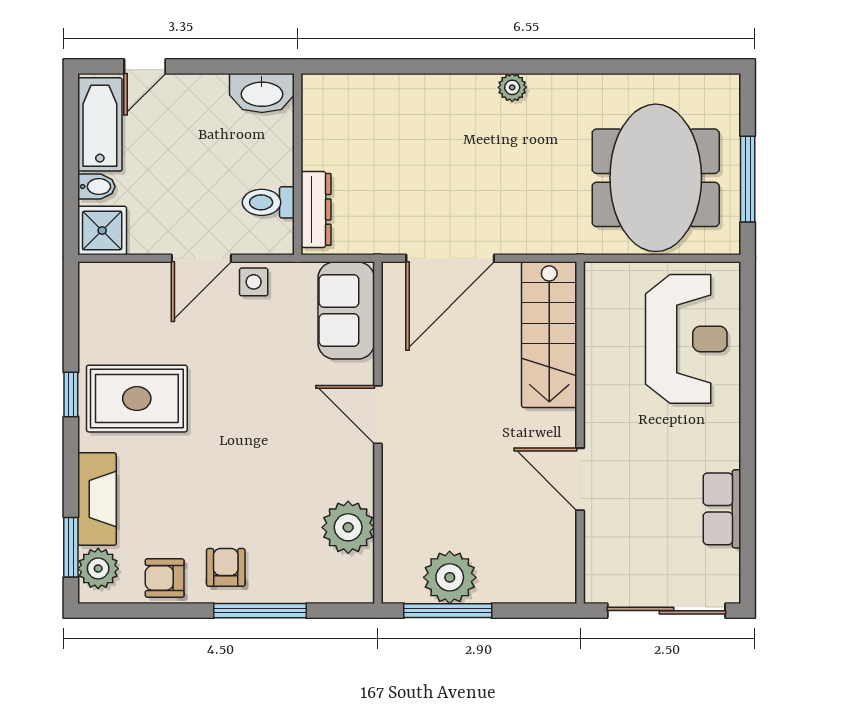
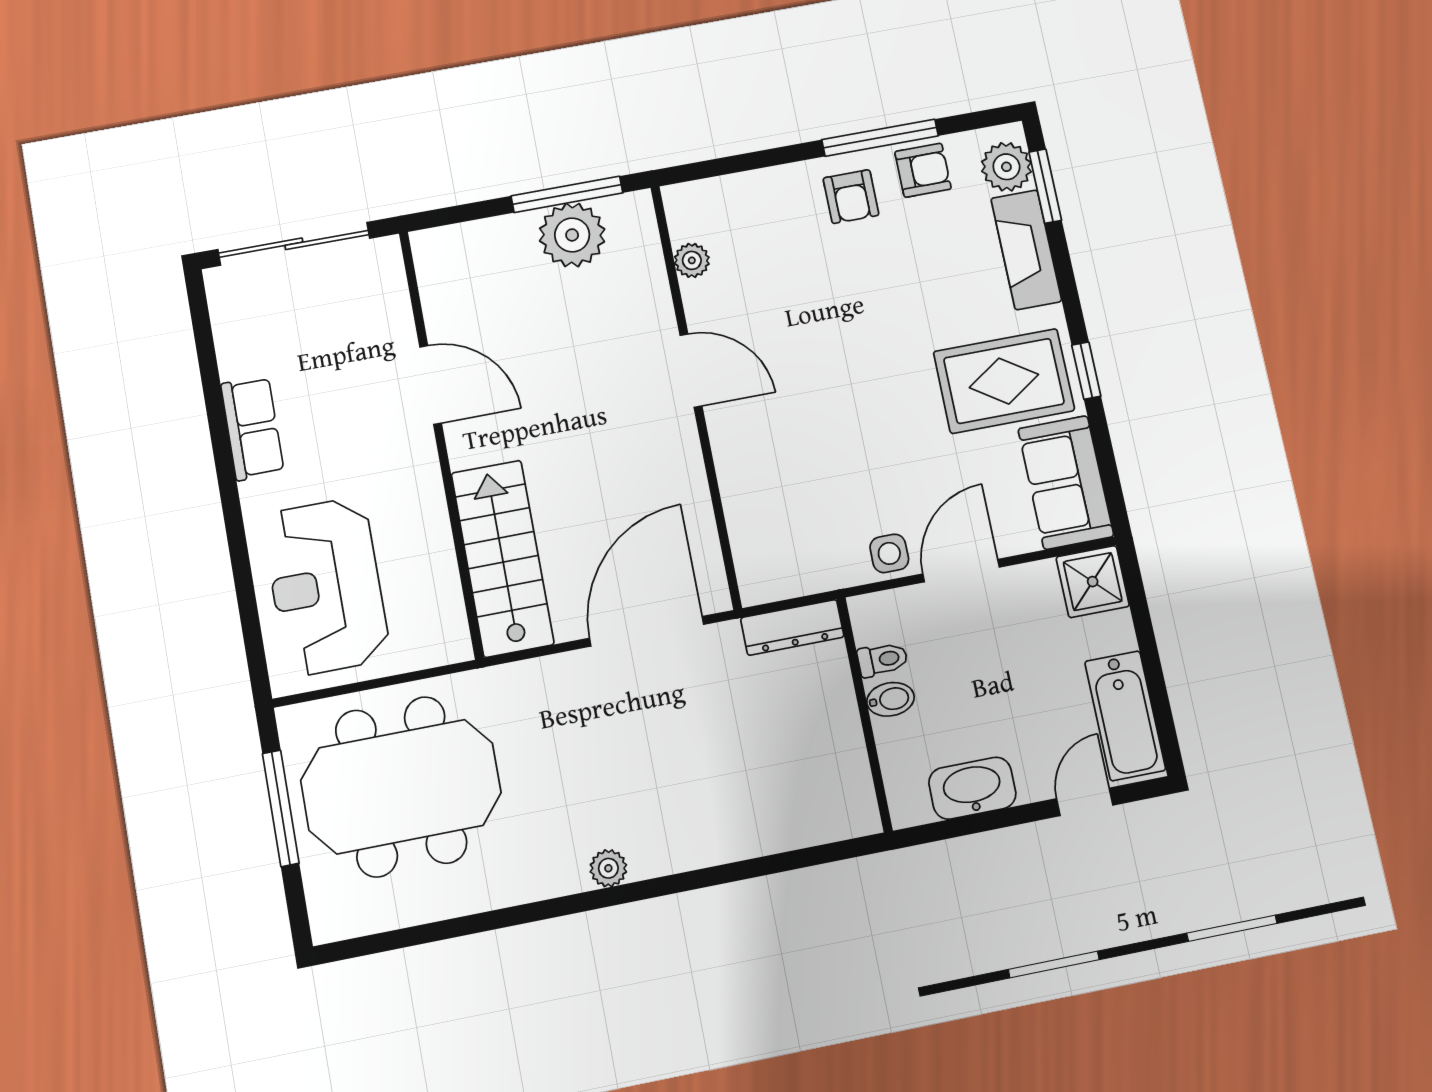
washbasin: (262, 93) -> (972, 788), moved
meeting table: (656, 178) -> (401, 787), turned 90
bidet: (96, 187) -> (890, 699), moved, turned 180
toilet: (268, 202) -> (882, 660), width x0.73, depth x0.72
dresser: (316, 209) -> (792, 627), moved, turned -90
sofa: (346, 310) -> (1066, 482), moved, turned 180
door: (378, 415) -> (691, 371), moved
row of seats: (722, 509) -> (252, 428), moved
plant: (348, 527) -> (692, 260), width x0.53, depth x0.53
window: (260, 611) -> (880, 138), moved

